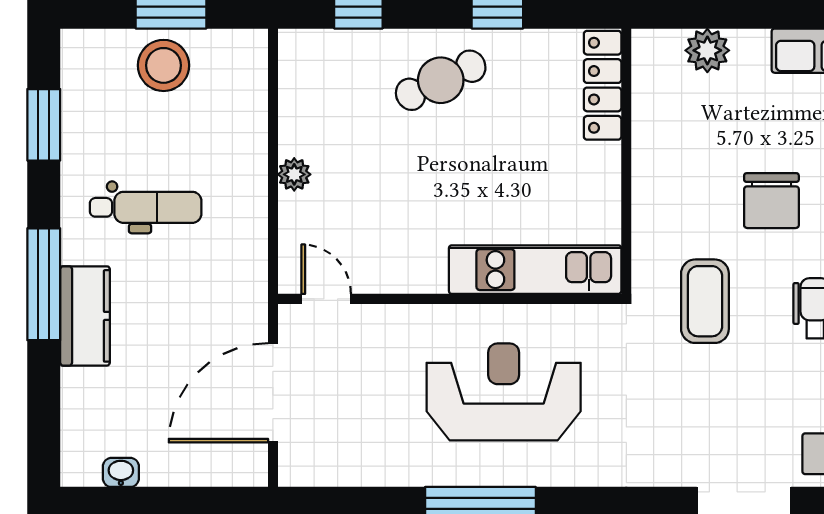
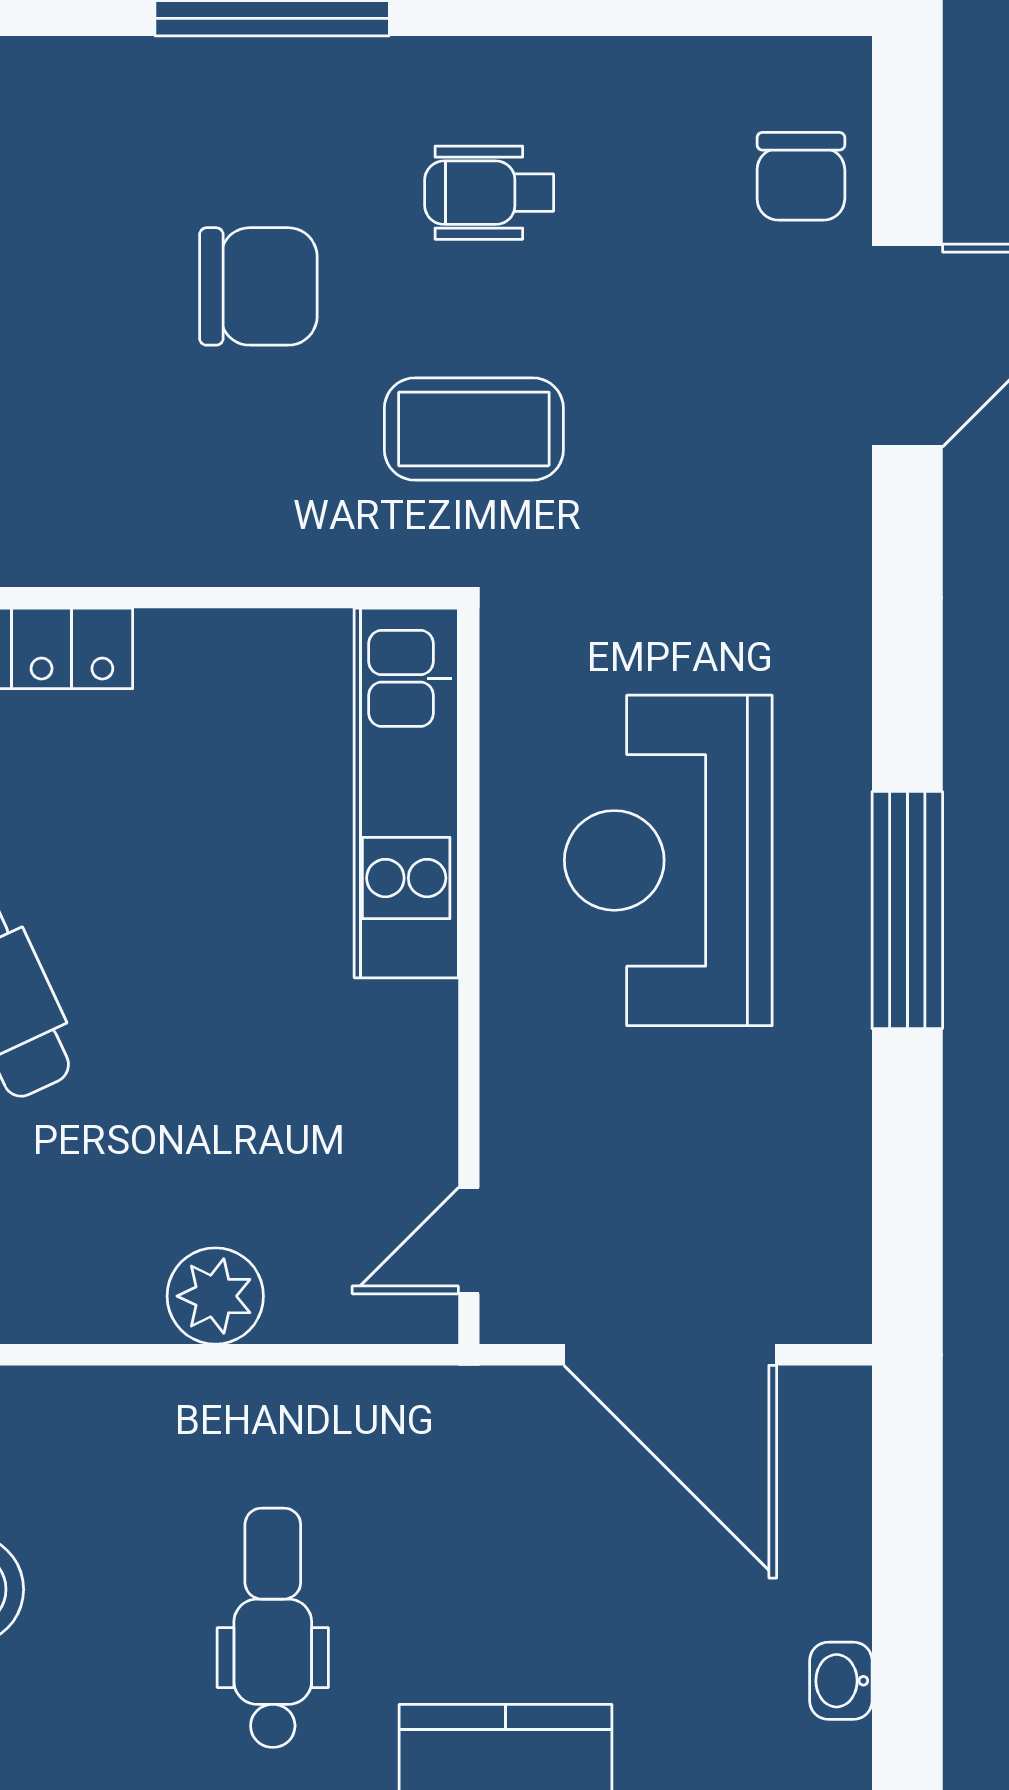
plant: (294, 174) -> (215, 1296), width x1.38, depth x1.38

